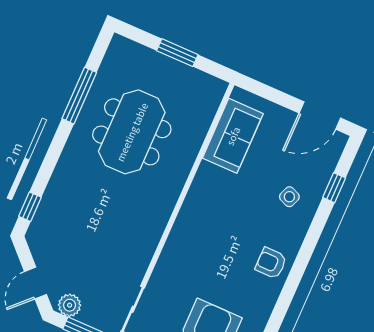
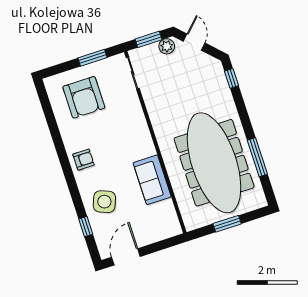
meeting table: (132, 132) -> (214, 163), width x1.86, depth x1.27
sofa: (233, 136) -> (152, 180), moved
side table: (289, 197) -> (104, 202), width x1.87, depth x1.87

